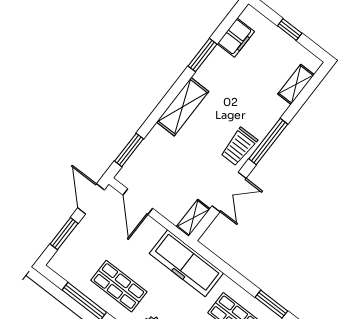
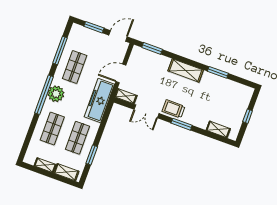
filing cabinet: (236, 38) -> (233, 88), removed
window: (268, 142) -> (182, 124), width x0.69
door: (138, 202) -> (121, 73), moved

